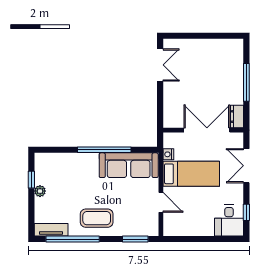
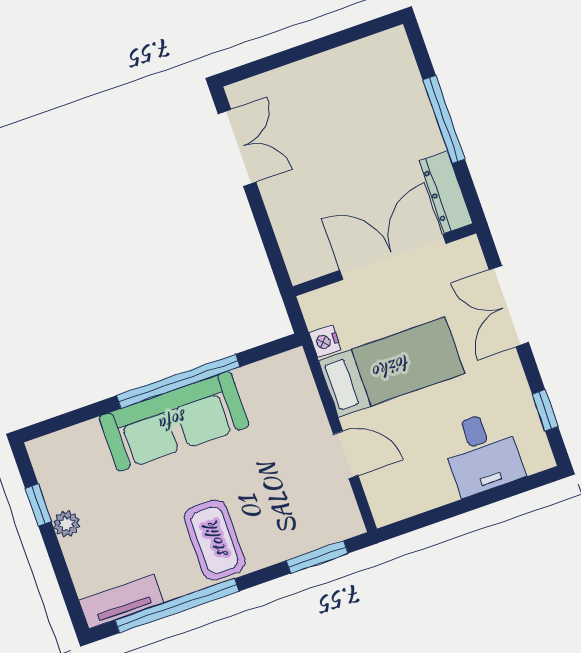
dresser: (237, 117) -> (446, 192), width x1.44
sofa: (129, 165) -> (174, 421), moved
coffee table: (97, 218) -> (215, 540), turned 90
desk: (229, 221) -> (482, 453), moved

